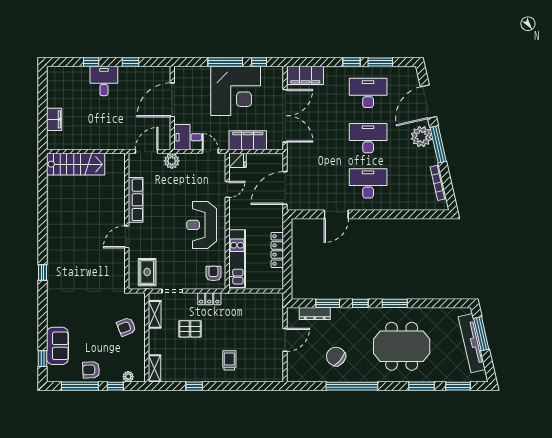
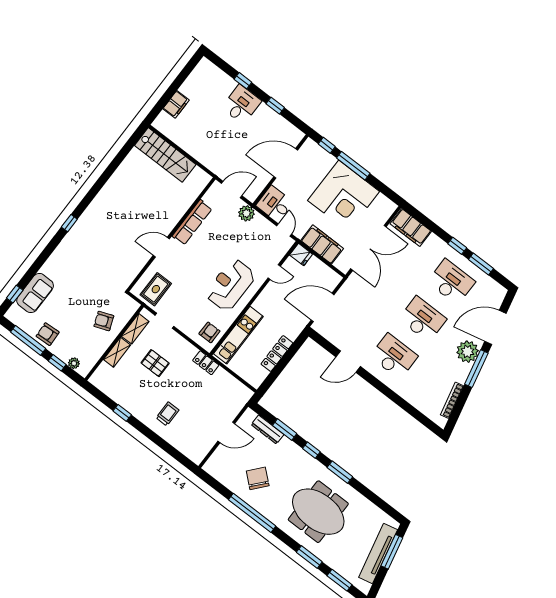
window: (259, 62) -> (327, 145), moved
locker: (209, 299) -> (206, 363), moved
shelving: (155, 368) -> (117, 352), moved

